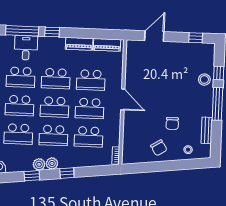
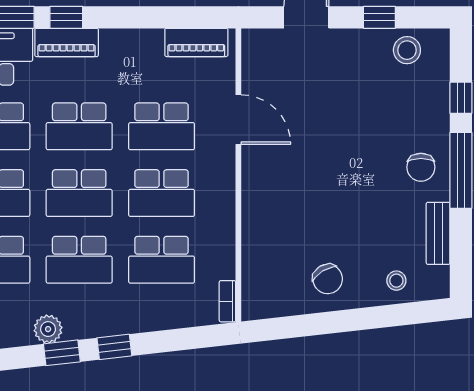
window: (196, 38) -> (379, 17), moved
piano: (79, 44) -> (67, 42), moved
stool: (204, 80) -> (407, 50), moved
door: (123, 99) -> (238, 120), moved
chair: (172, 123) -> (421, 167), moved
plant: (52, 163) -> (78, 326), removed
window: (32, 176) -> (62, 353), moved

